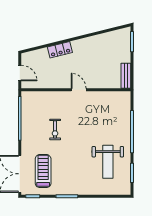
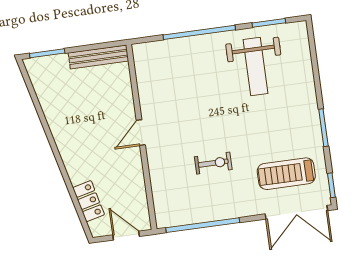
locker: (60, 50) -> (89, 201), moved
door: (20, 73) -> (126, 236), hinge flipped
bench: (126, 76) -> (98, 57), width x1.36
weight bench: (108, 162) -> (256, 66), turned 90

